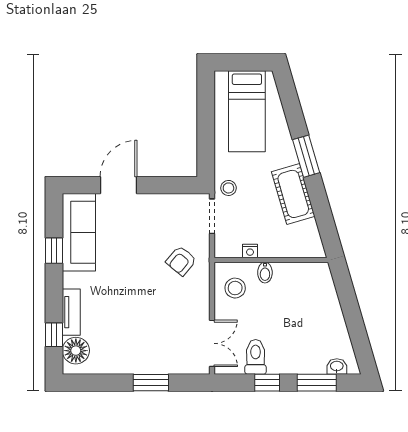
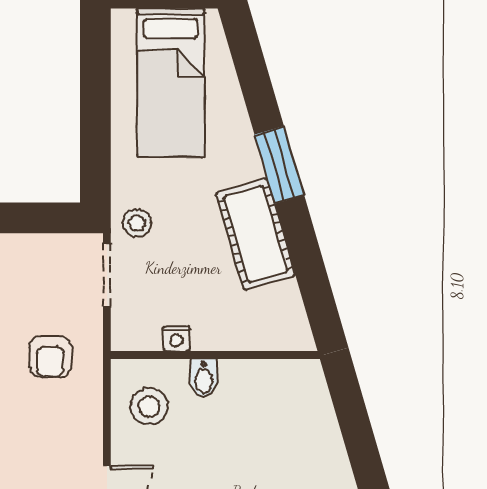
armchair: (181, 261) -> (50, 356), turned -40

